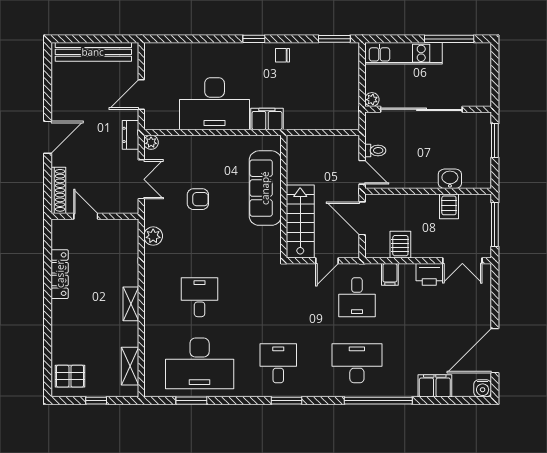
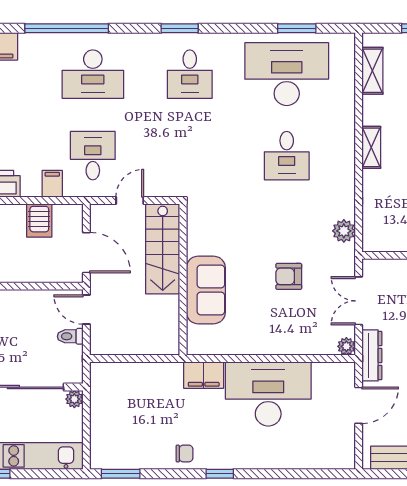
dresser: (130, 135) -> (372, 355), width x1.44
sofa: (265, 188) -> (206, 290), width x0.73

